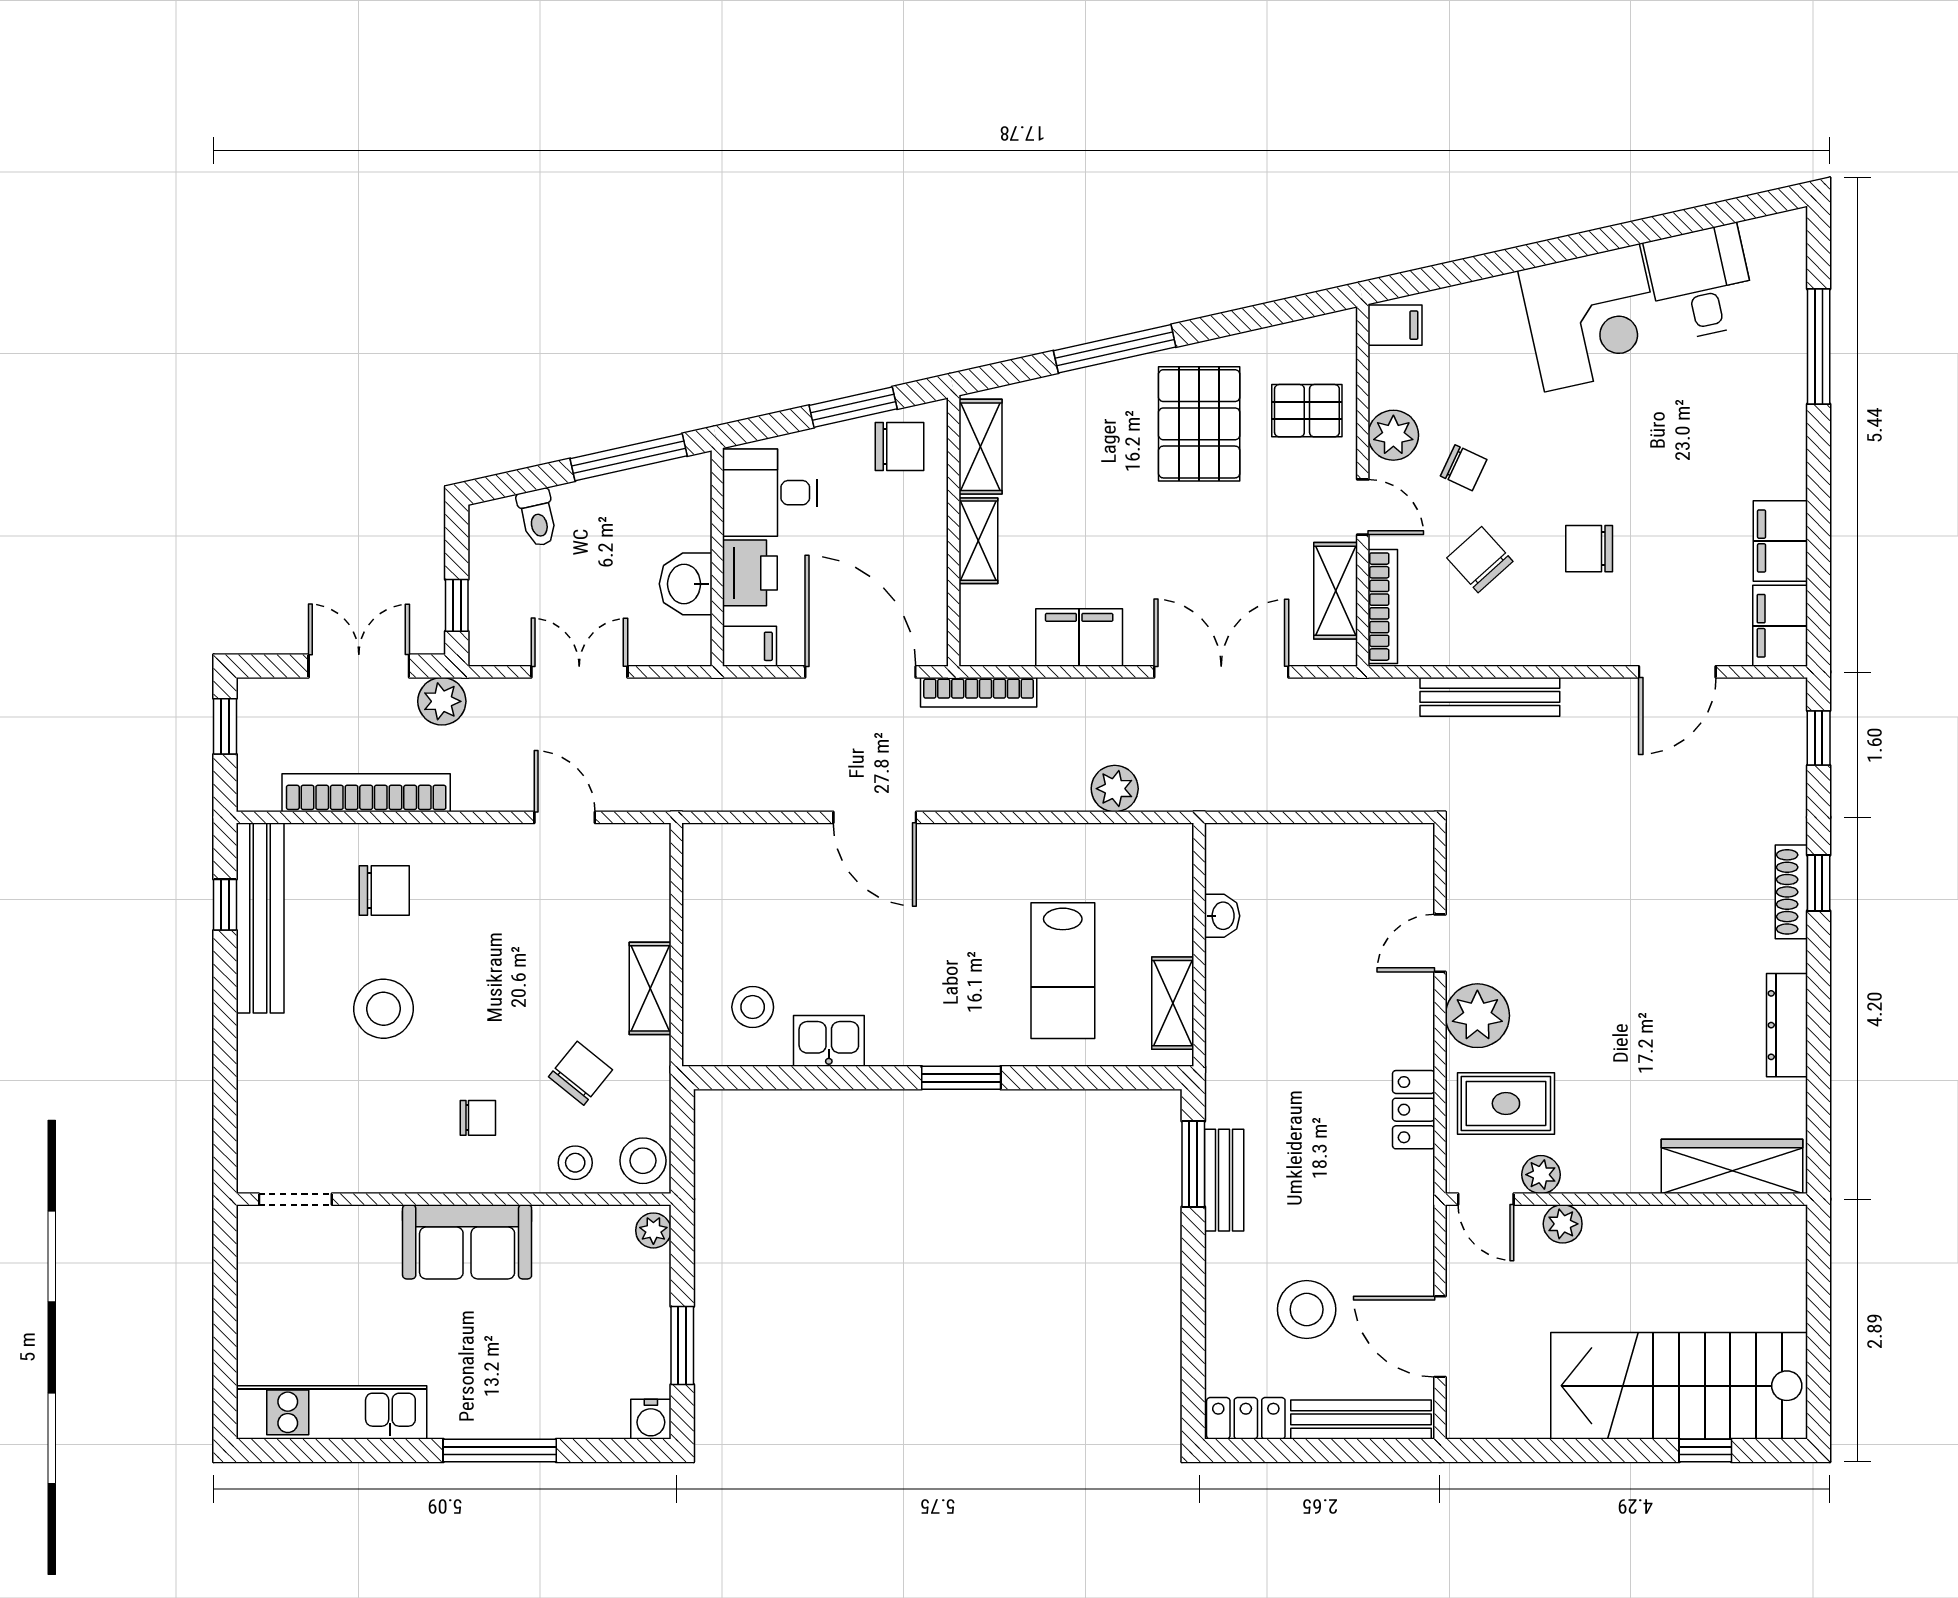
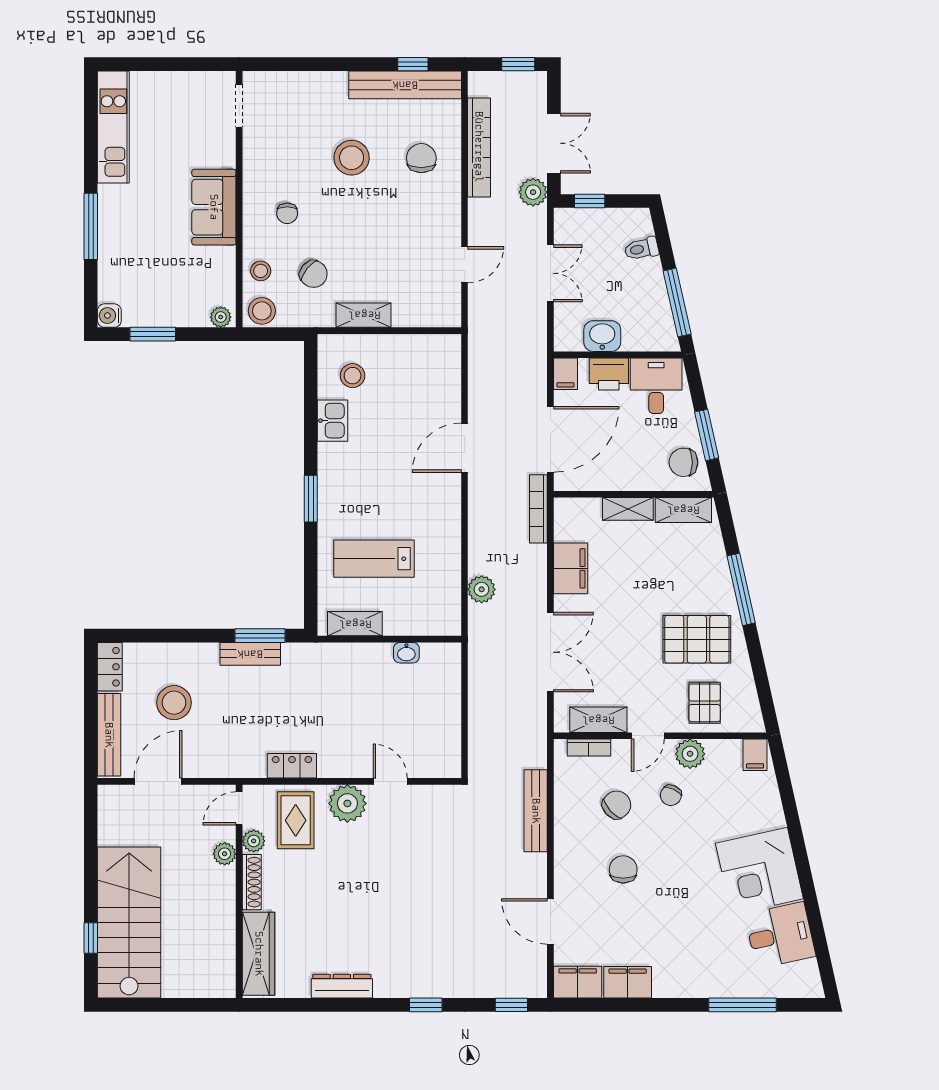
chair: (899, 446) -> (683, 462), turned 90
bookcase: (1383, 607) -> (589, 748), width x0.64
chair: (384, 891) -> (421, 158), turned 180
shoe rack: (1791, 892) -> (252, 882), moved, turned 90

